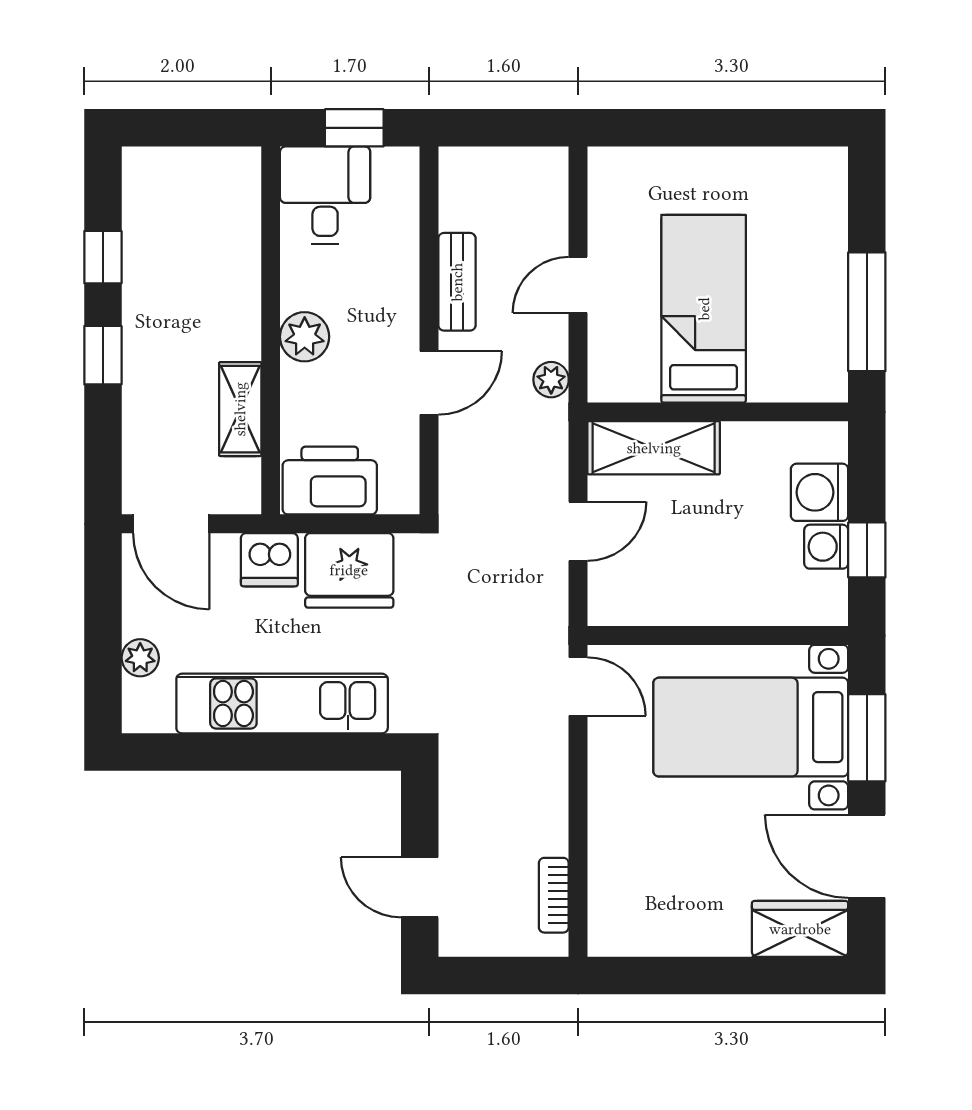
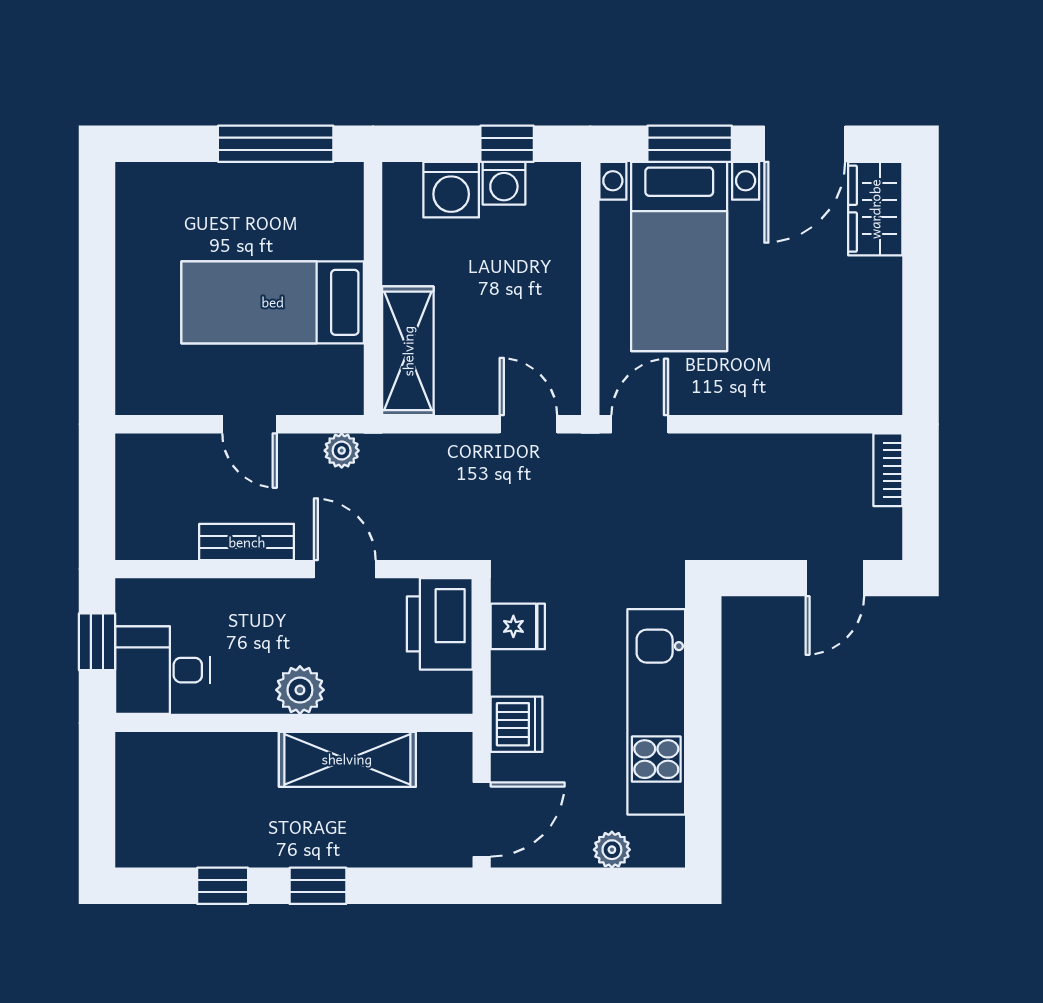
shelving: (240, 409) -> (347, 759), width x1.50, depth x1.33
printer: (330, 481) -> (440, 624), moved
door: (578, 531) -> (528, 424), moved
fridge: (349, 570) -> (518, 626), width x0.53, depth x0.75
bookcase: (554, 895) -> (888, 470), moved, turned 90

